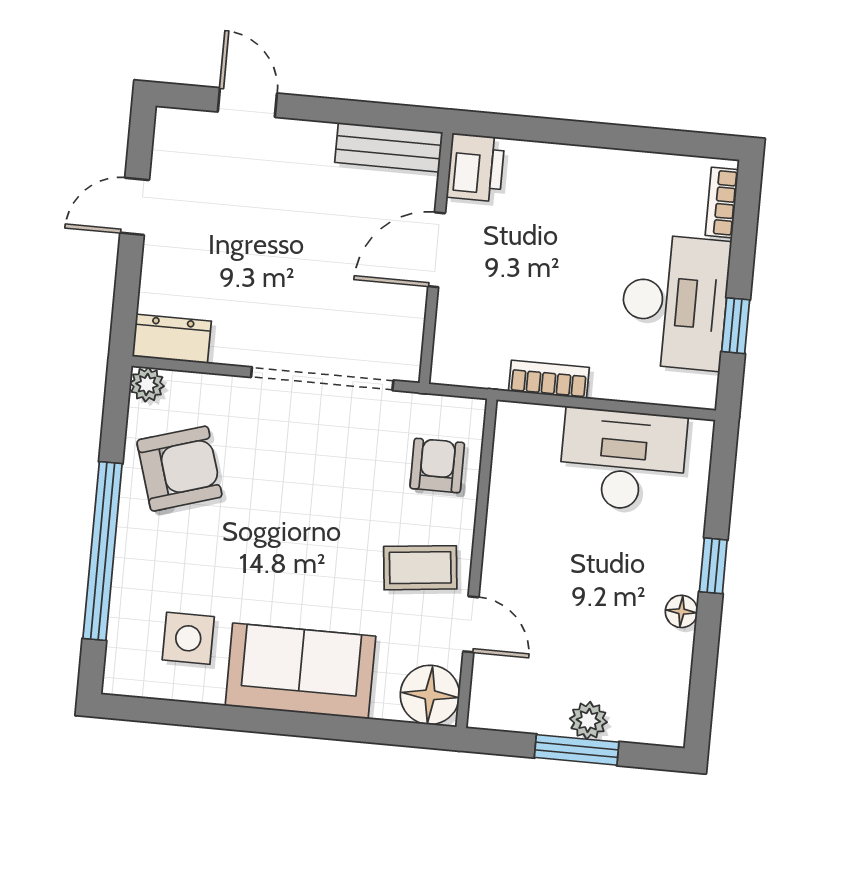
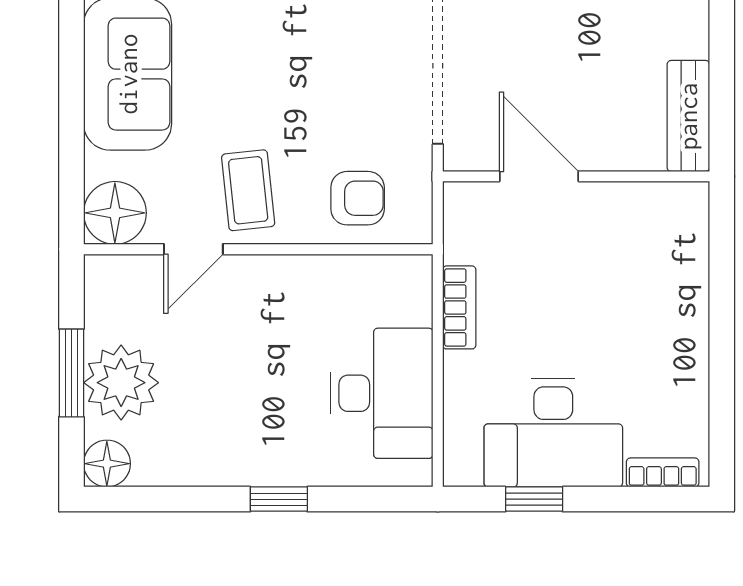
printer: (476, 168) -> (675, 209), removed
door: (437, 250) -> (539, 176), moved
floor lamp: (681, 611) -> (107, 464), moved, width x1.37, depth x1.37
plant: (588, 720) -> (121, 383), width x1.88, depth x1.88

